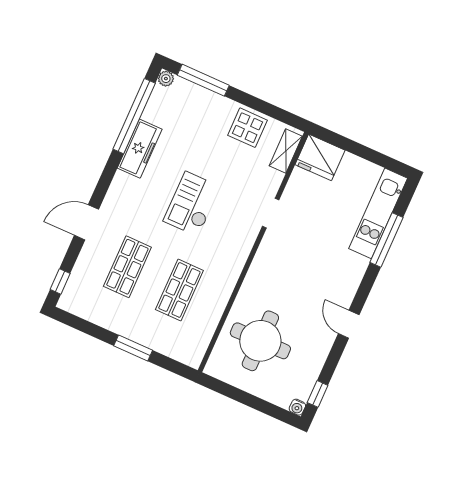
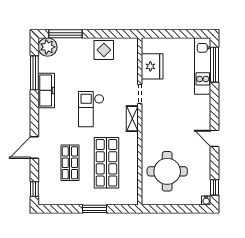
plant: (166, 79) -> (48, 47), width x1.88, depth x1.88
window: (134, 116) -> (34, 73), width x0.68
shelving: (286, 151) -> (132, 119), moved
fridge: (320, 157) -> (152, 66), moved, turned -90
window: (386, 240) -> (215, 65), moved
shop shelf: (179, 290) -> (106, 163), width x1.43, depth x1.36

